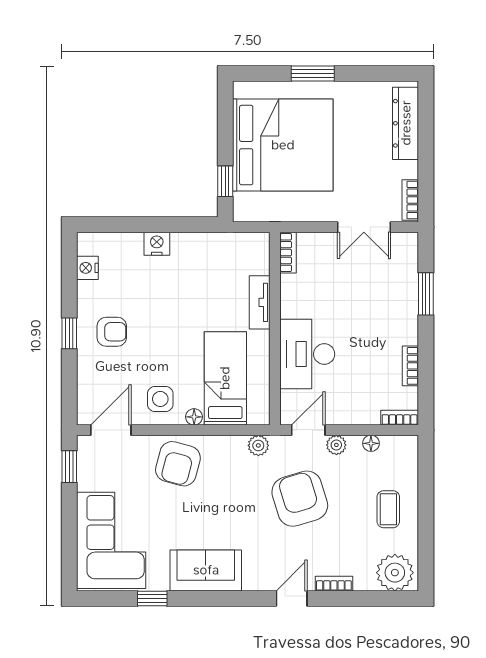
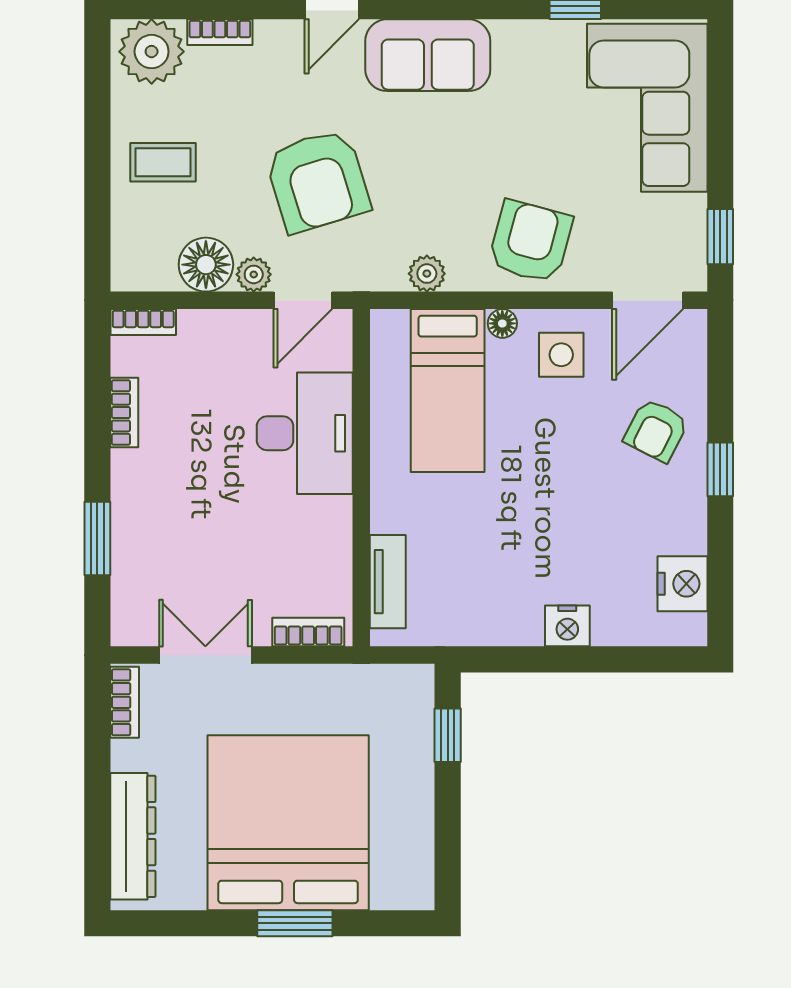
bed: (283, 145) -> (288, 823), moved, turned 90
bookcase: (288, 253) -> (308, 632), moved, turned 90
nightstand: (87, 268) -> (682, 584), width x1.36, depth x1.33
tv unit: (260, 302) -> (388, 582), moved
armchair: (112, 332) -> (656, 430), moved, turned -63
floor lamp: (371, 443) -> (206, 265), width x1.89, depth x1.89
plant: (258, 445) -> (427, 274), moved
coffee table: (388, 509) -> (163, 162), turned 90
sofa: (206, 570) -> (428, 55), moved
bookcase: (334, 584) -> (220, 32), moved

